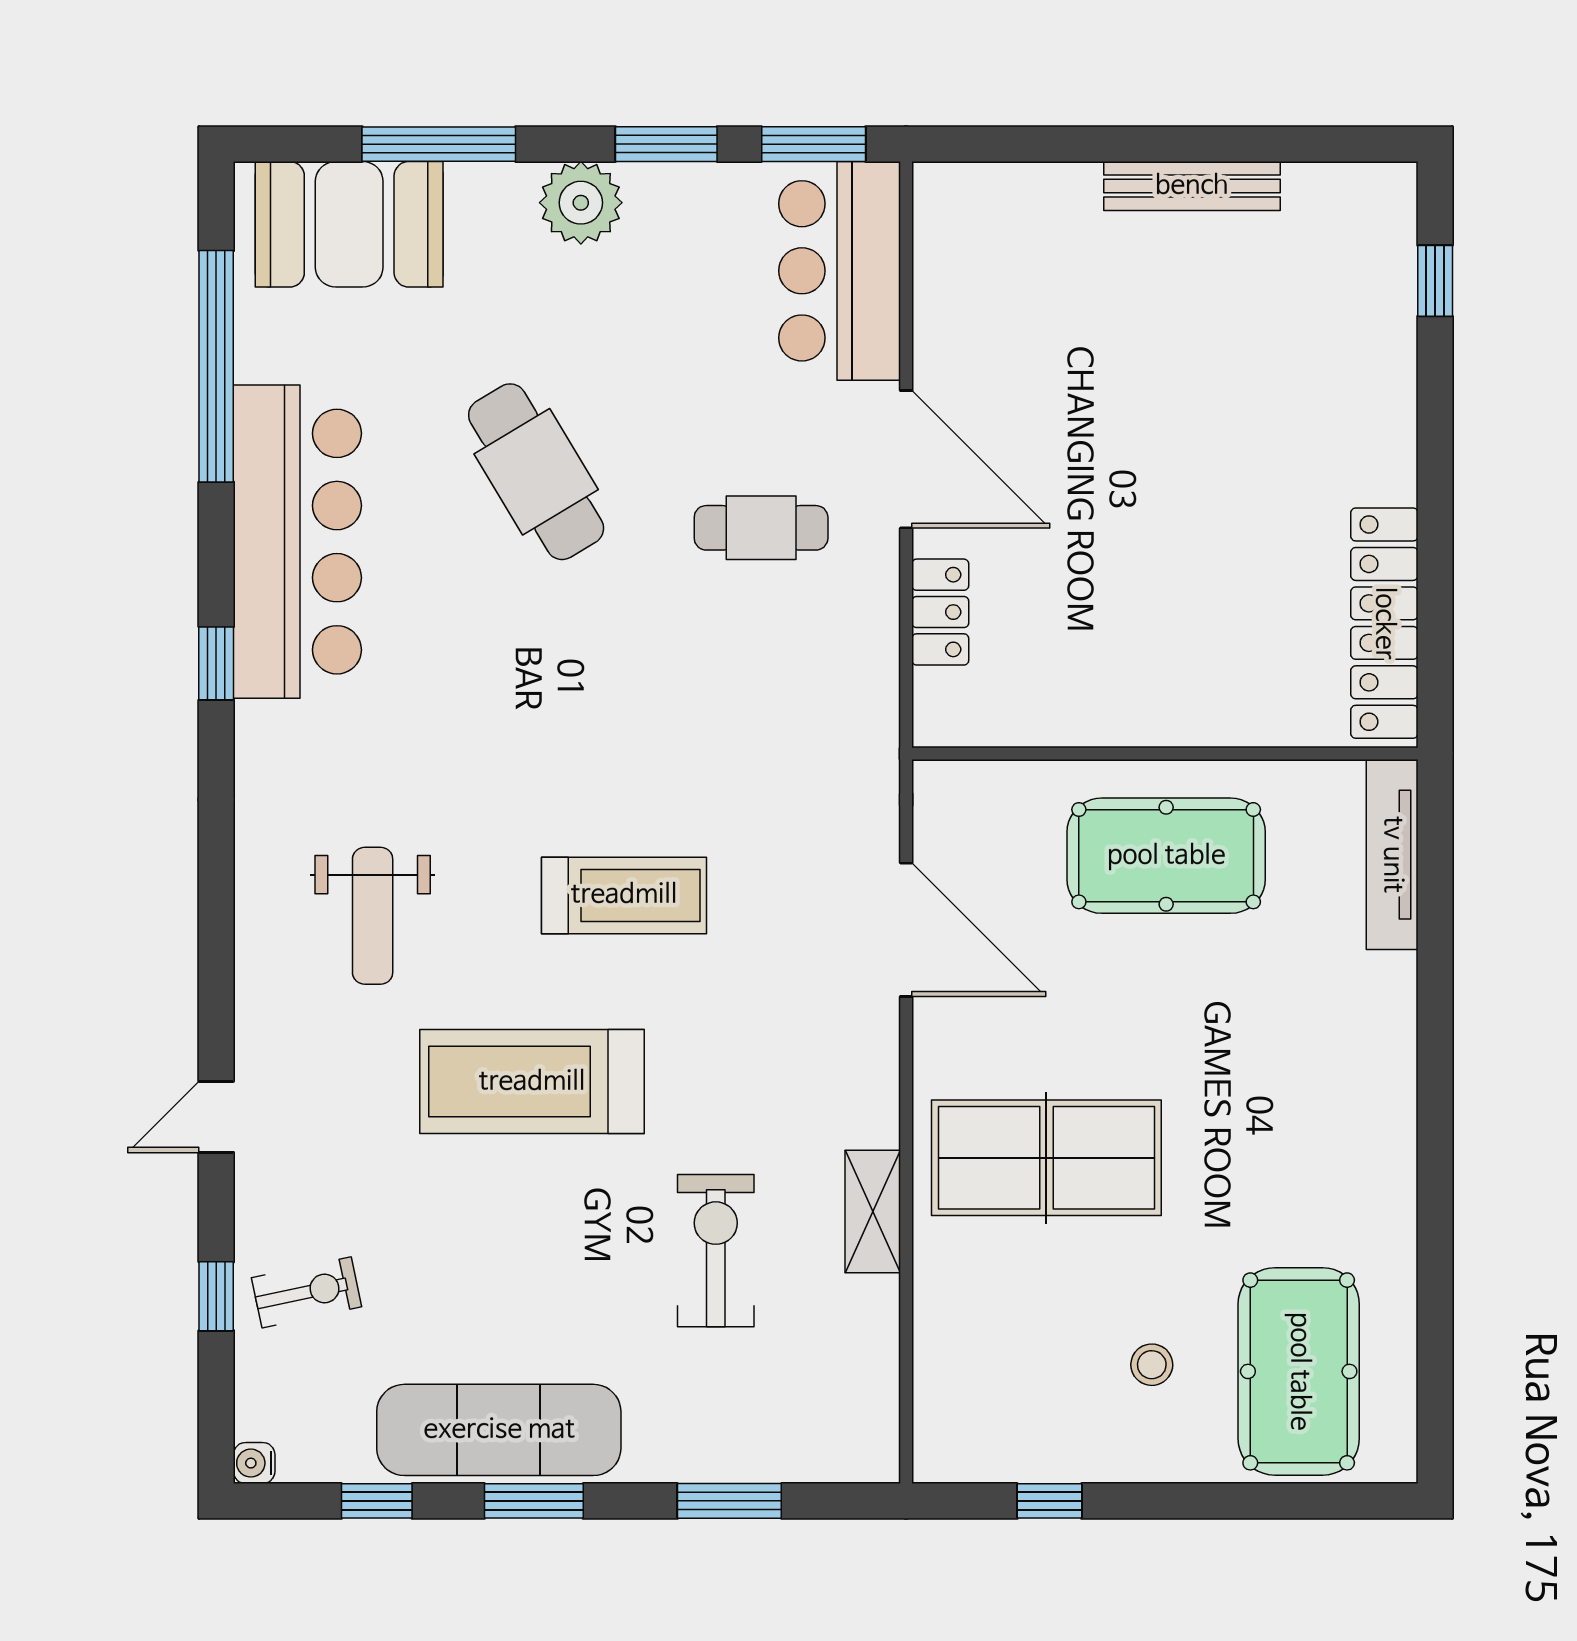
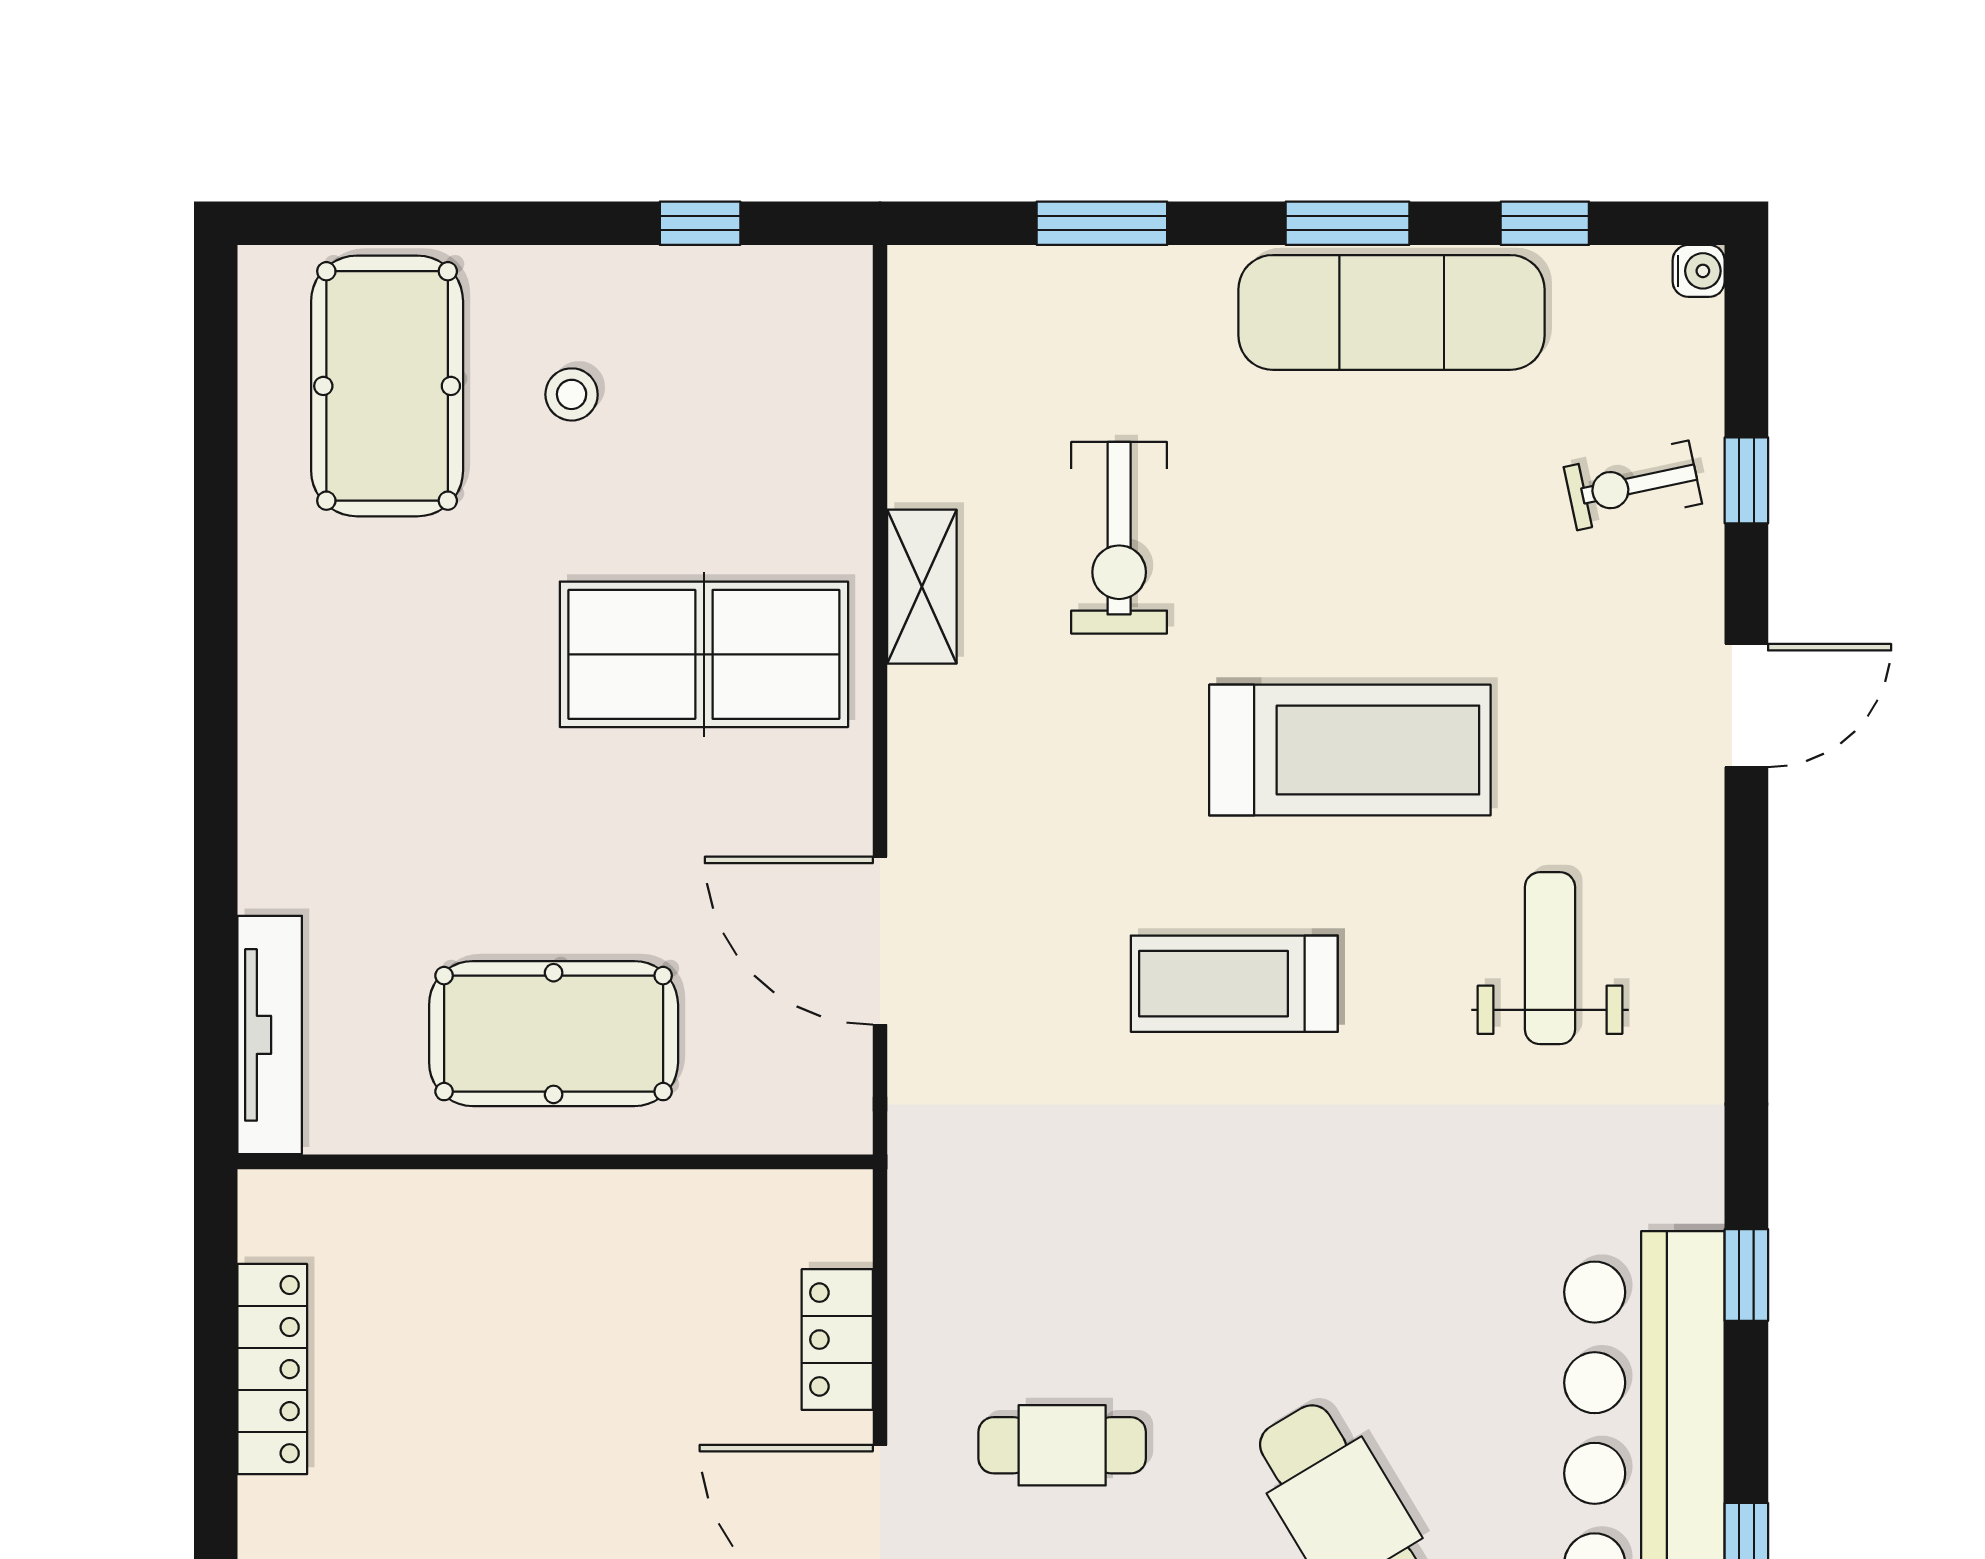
locker: (1384, 623) -> (272, 1369), width x0.71, depth x0.83
door: (216, 1117) -> (1746, 706), width x1.38

